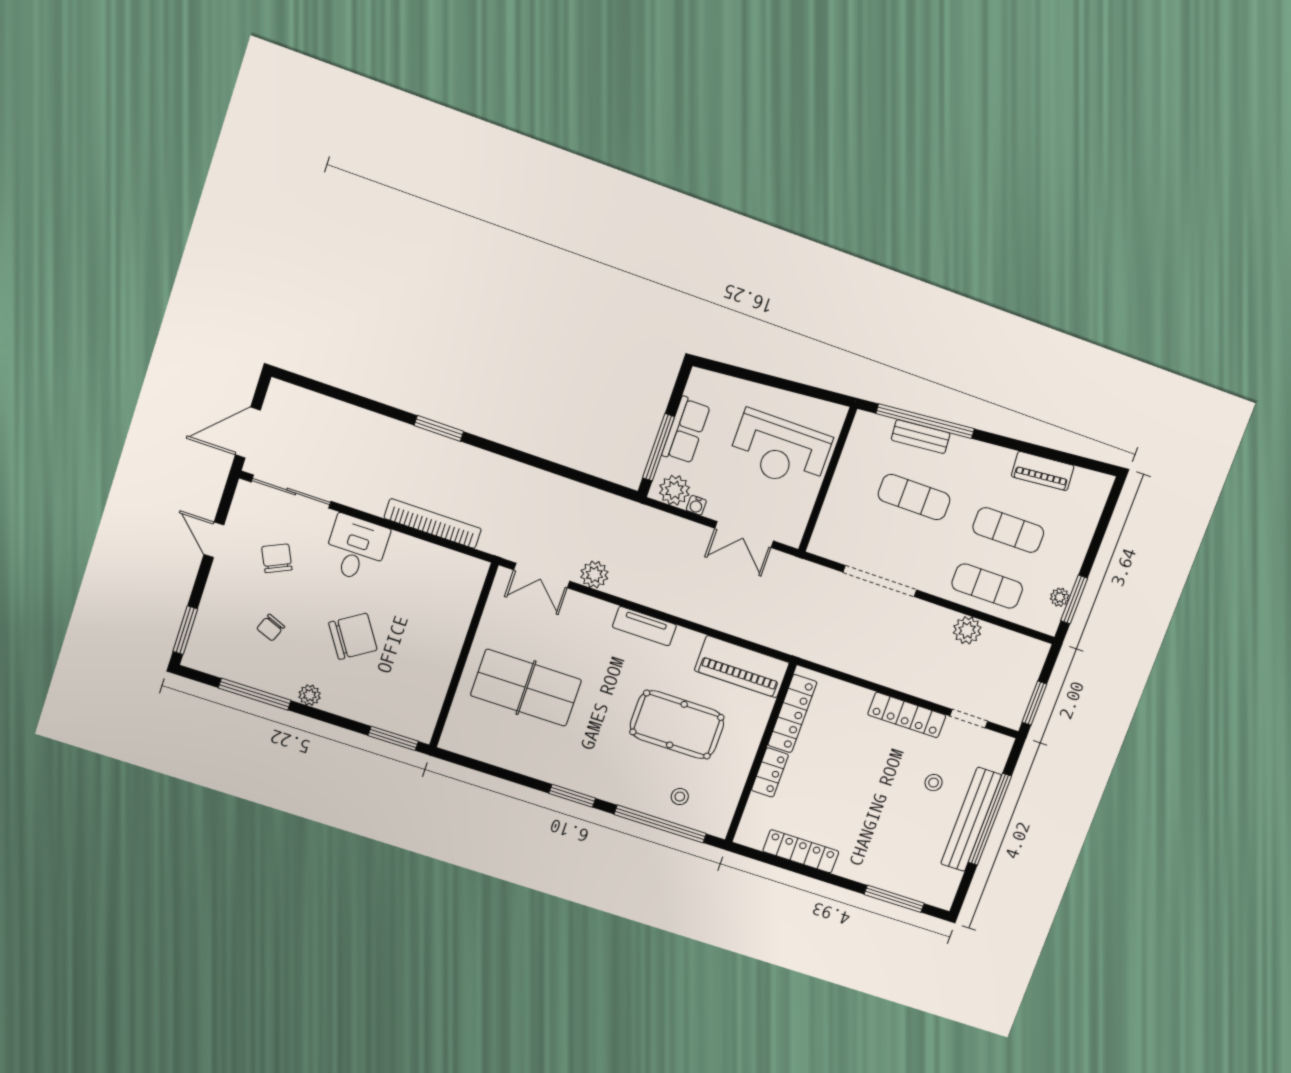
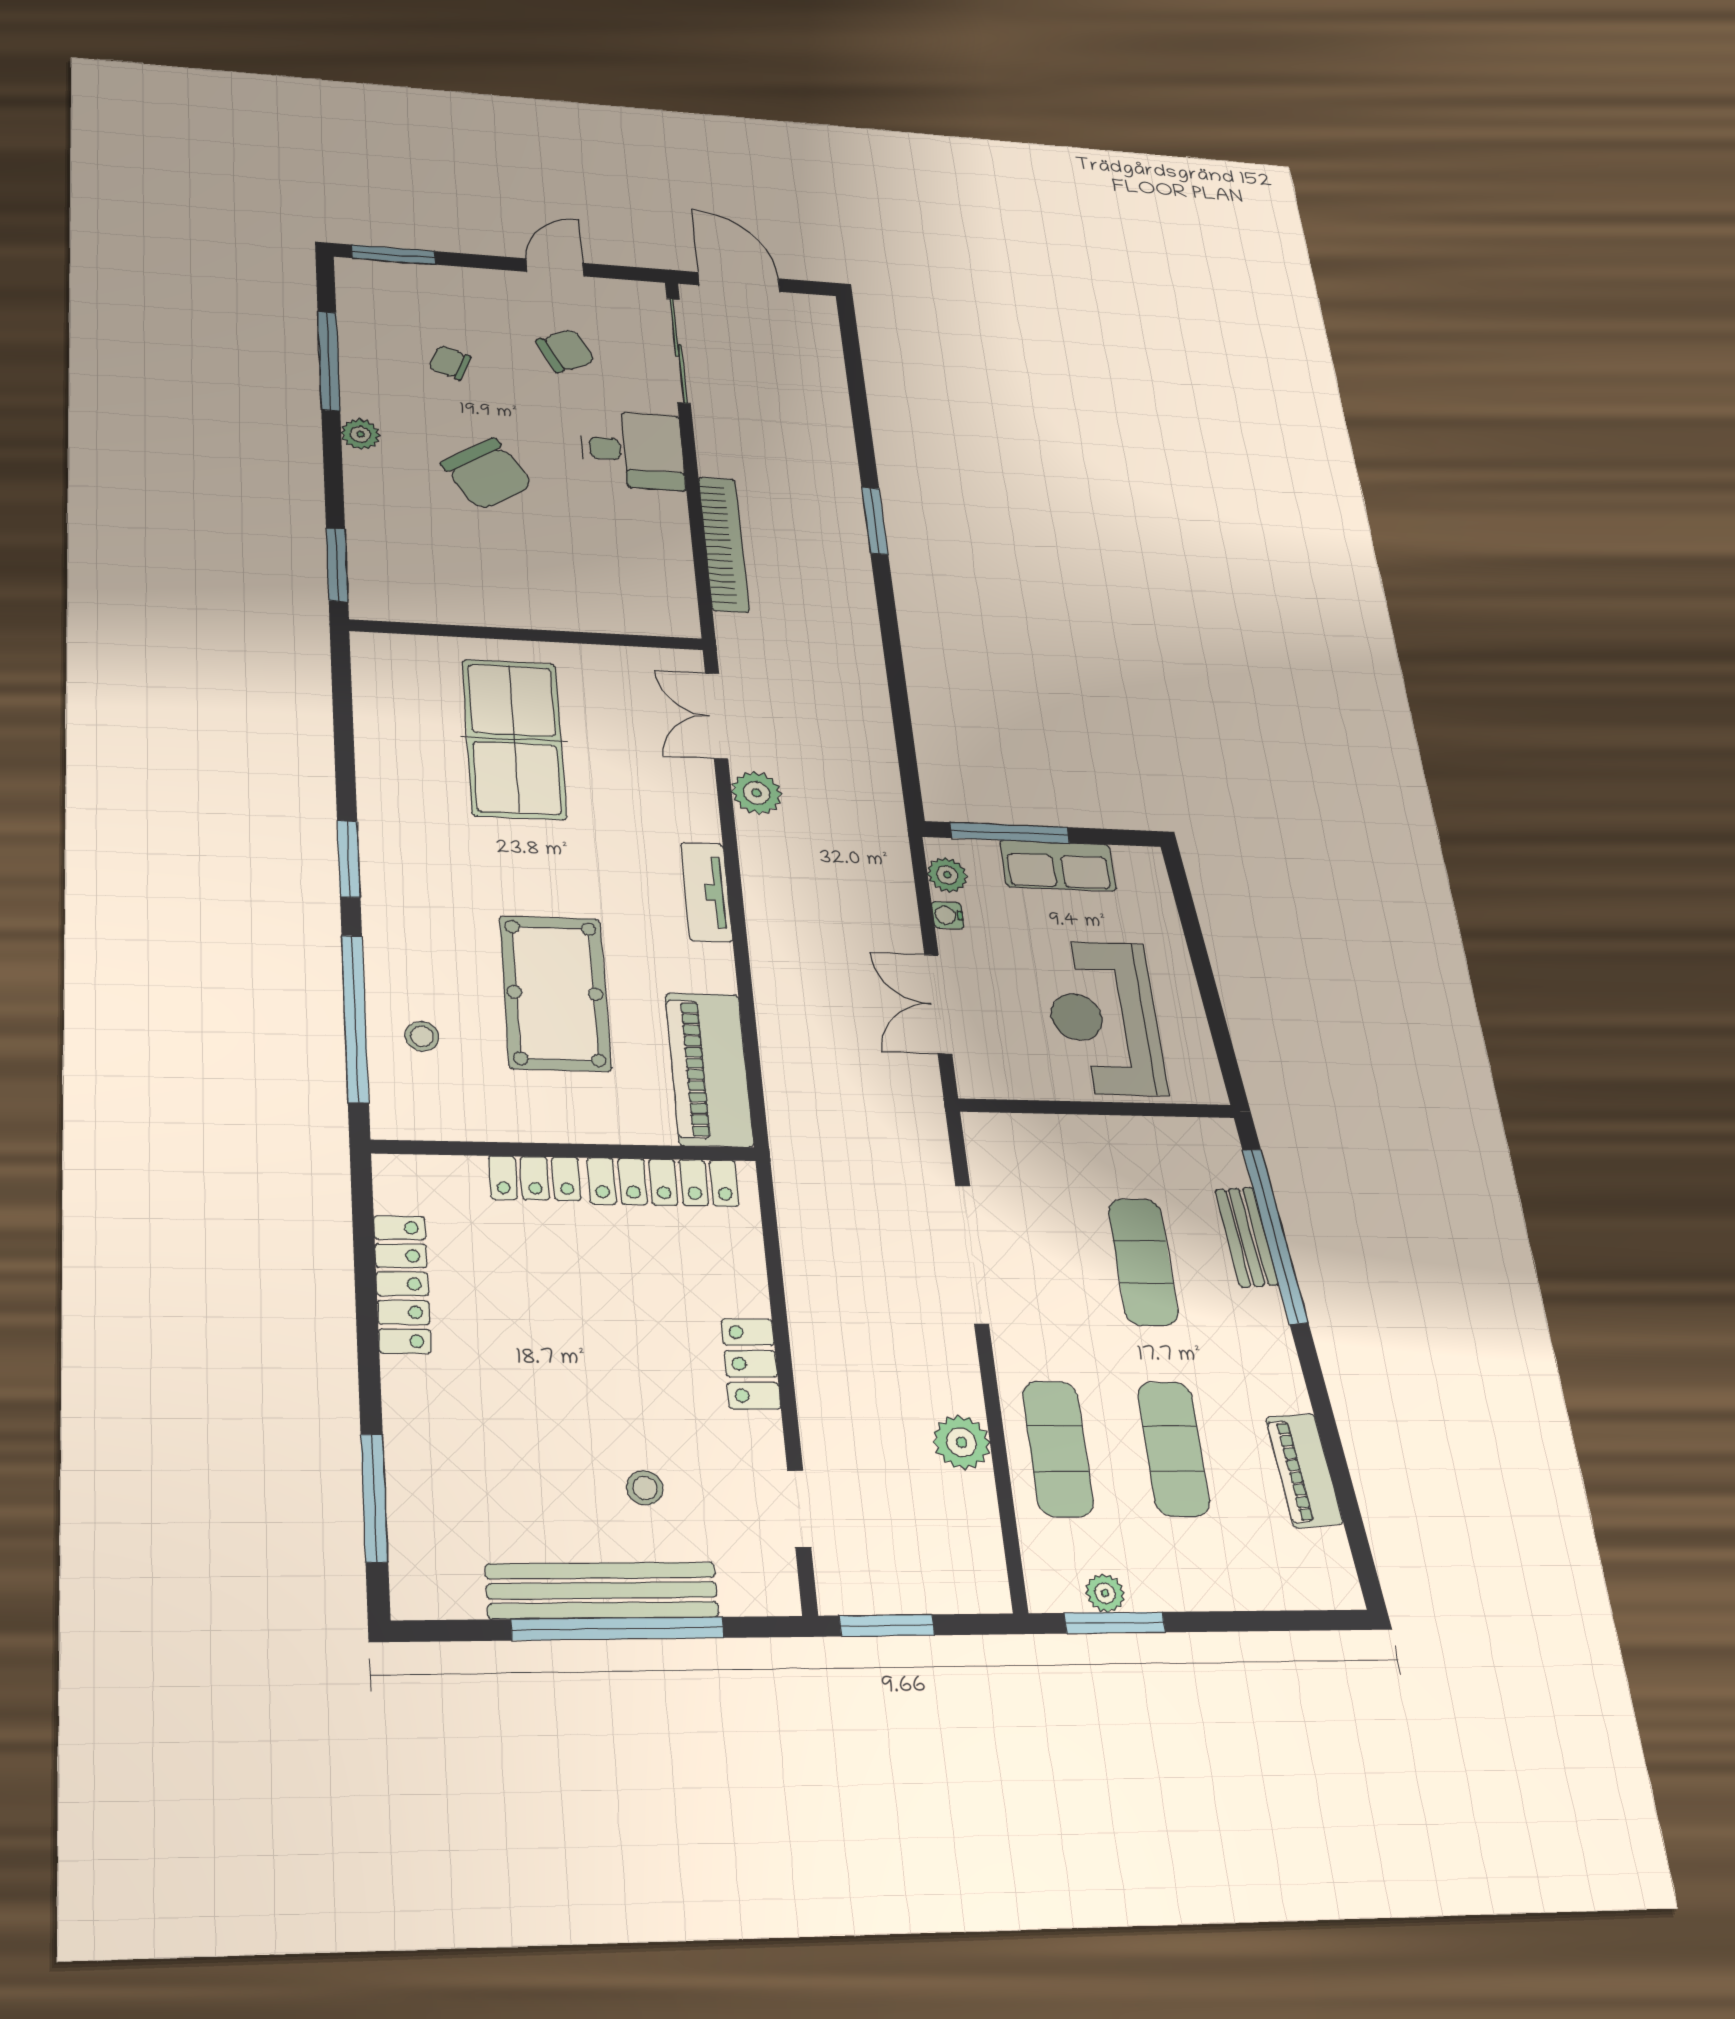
plant: (674, 490) -> (947, 875), width x0.73, depth x0.73
locker: (907, 715) -> (751, 1364), width x0.66

